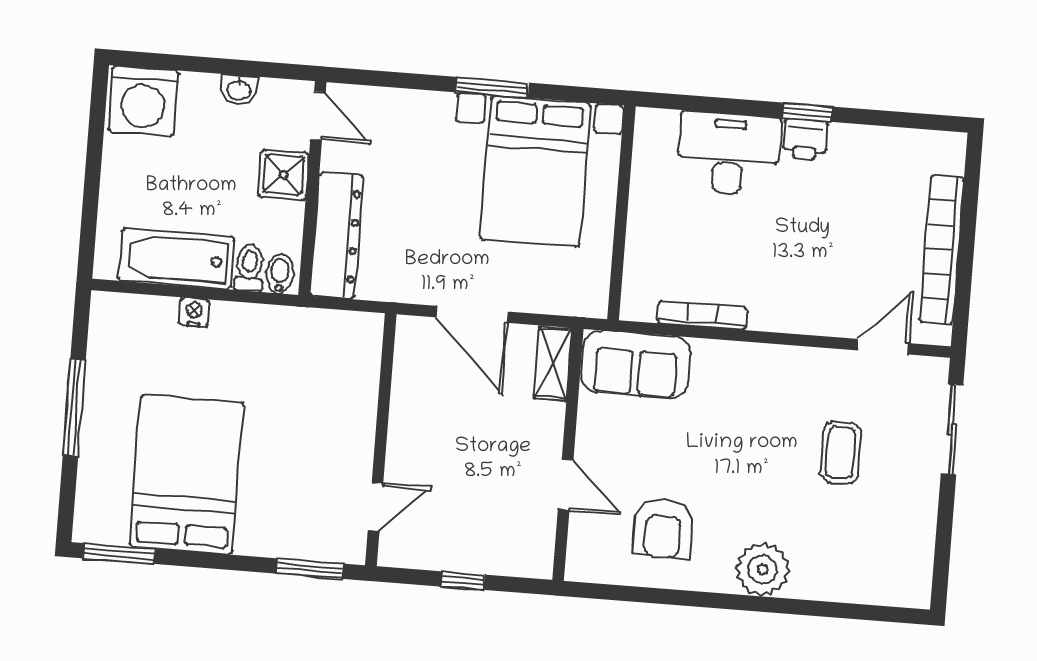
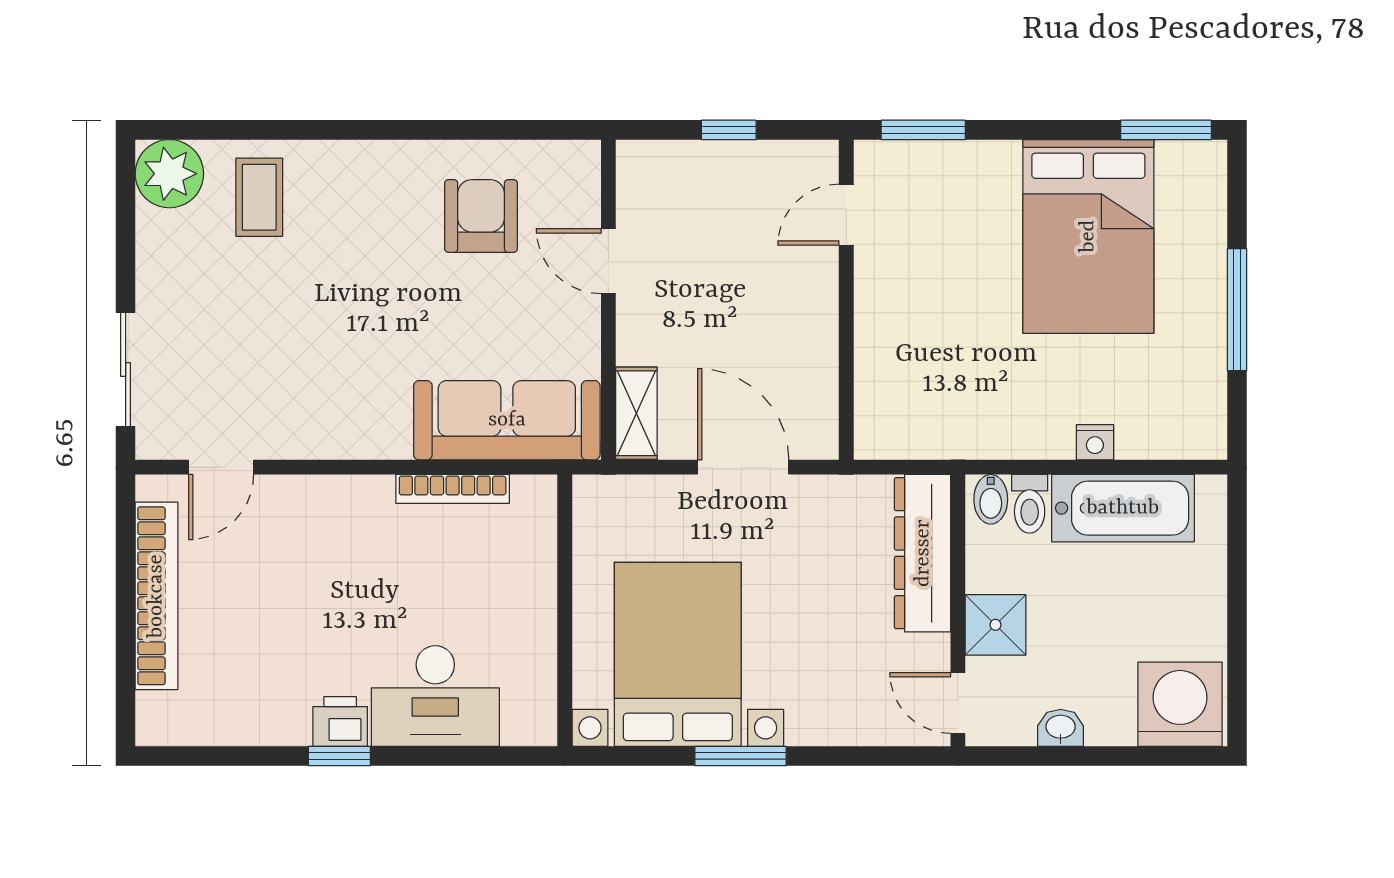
sofa: (636, 364) -> (507, 420), width x1.36
coffee table: (841, 453) -> (259, 197), moved
plant: (763, 569) -> (169, 174), moved

